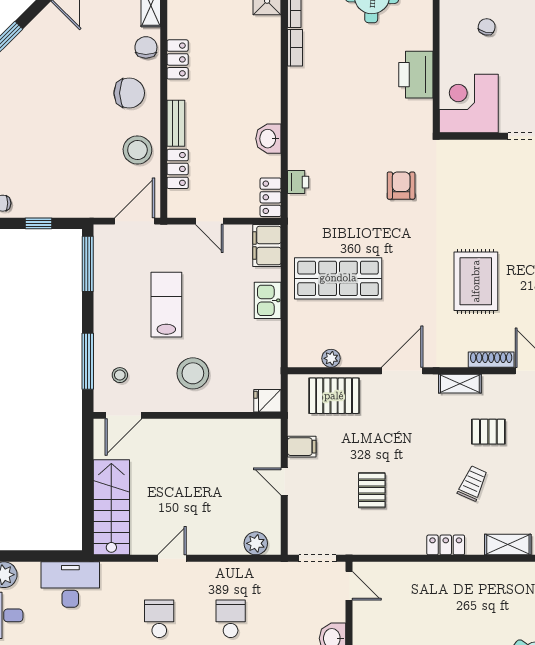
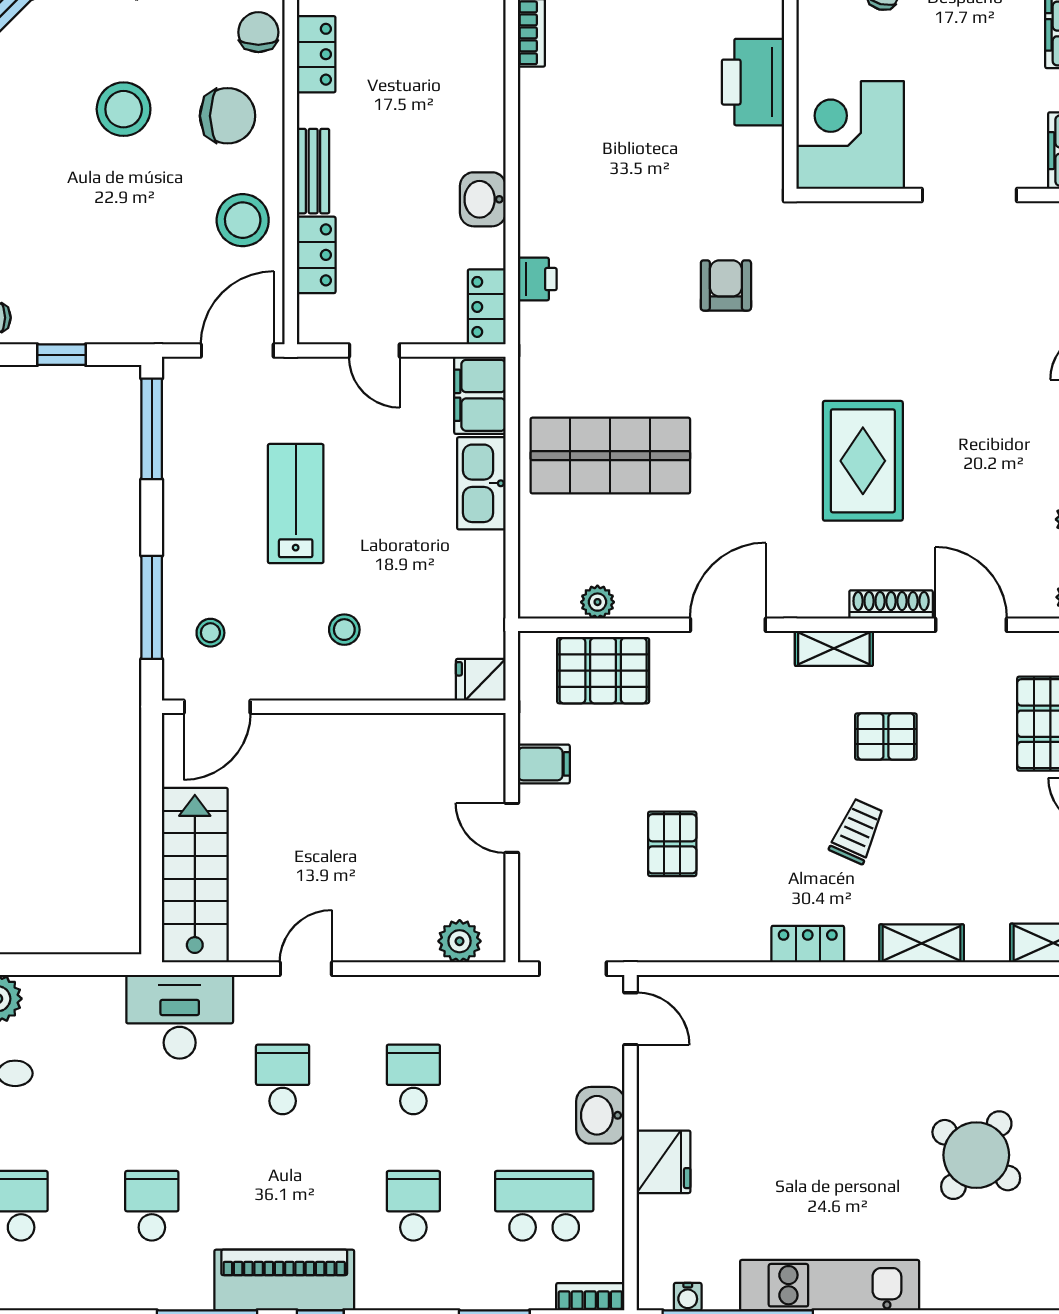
stool: (72, 89) -> (124, 109), added
kitchen sink: (268, 300) -> (481, 483), width x1.38
stool: (193, 373) -> (344, 630), width x0.53, depth x0.53
desk: (70, 585) -> (180, 1017), moved

